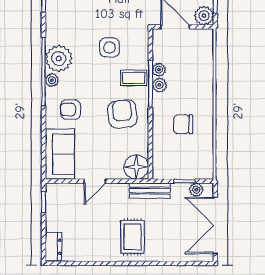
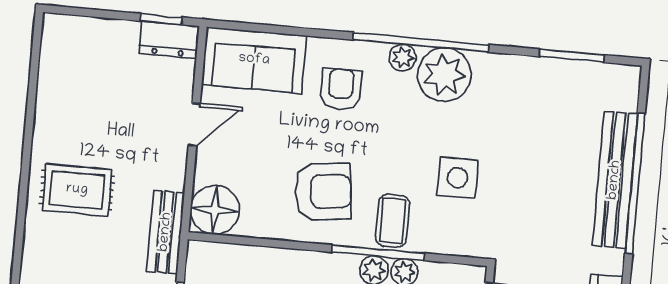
door: (95, 181) -> (194, 125), swing flipped
dresser: (53, 247) -> (169, 40), moved

